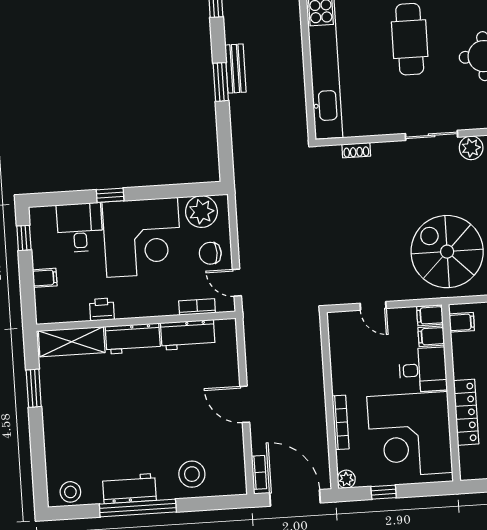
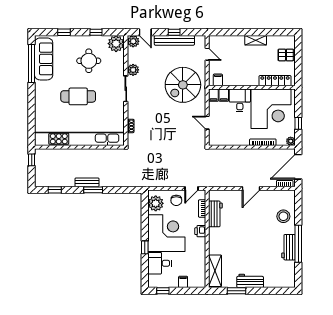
door: (373, 306) -> (207, 123), swing flipped
printer: (102, 309) -> (200, 231), moved
workbench: (133, 339) -> (250, 281), moved, turned -90
locker: (466, 412) -> (275, 81), moved
stool: (70, 492) -> (288, 276), removed

